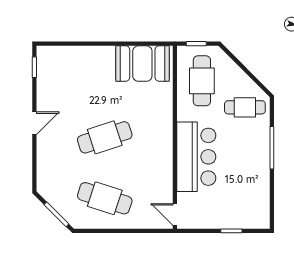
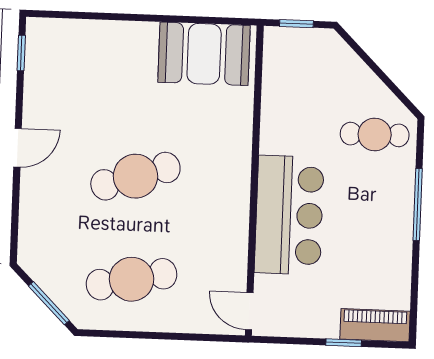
cafe table: (202, 81) -> (303, 87), removed
cafe table: (105, 198) -> (132, 279), turned -30
piano: (250, 220) -> (375, 325), added

